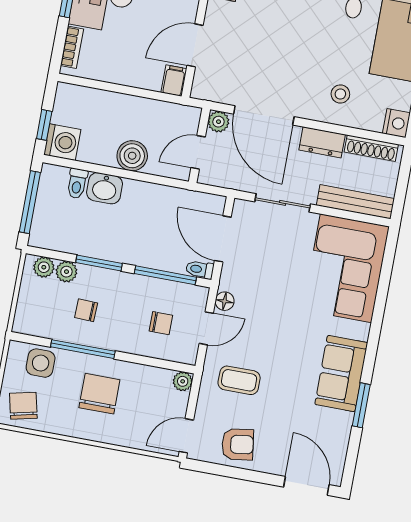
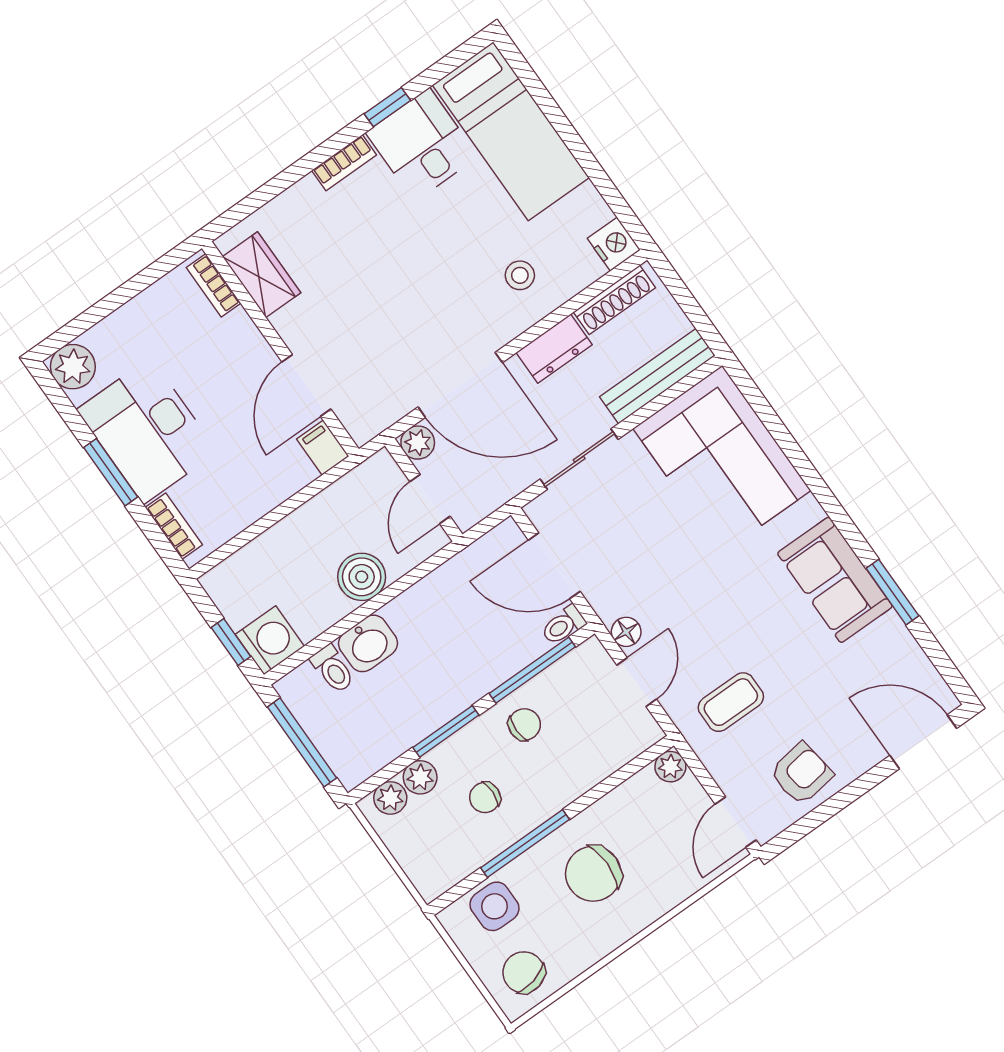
chair: (161, 323) -> (524, 725), moved
chair: (99, 394) -> (593, 874), turned -90

